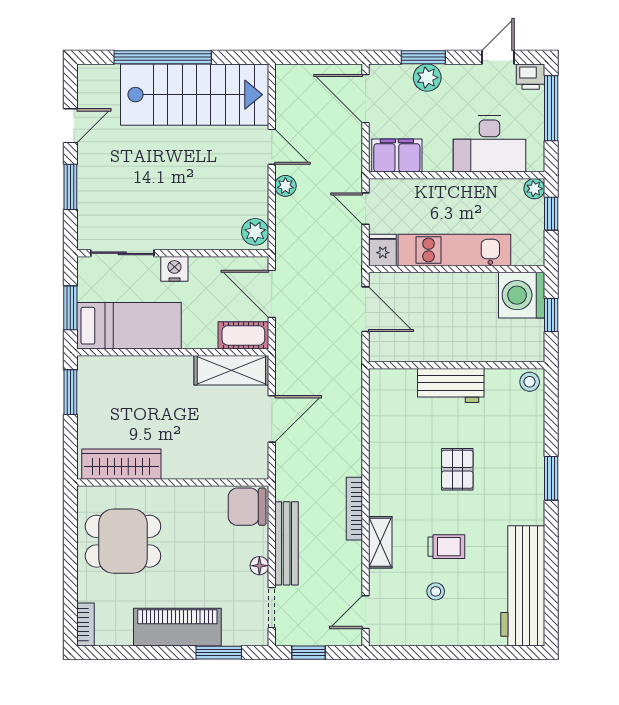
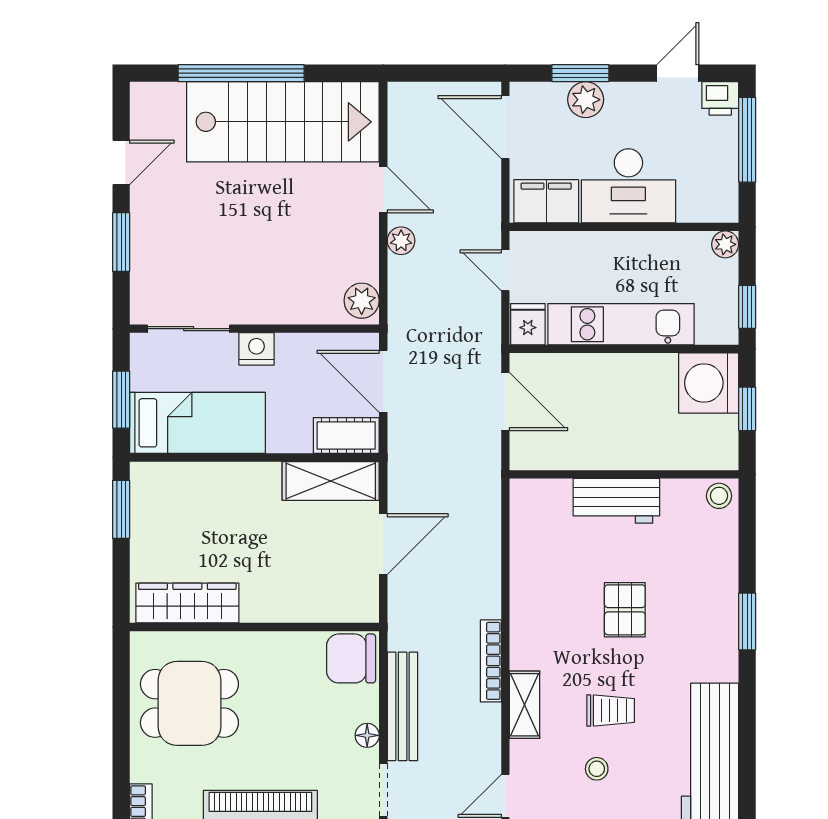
desk: (489, 144) -> (628, 186), moved
window: (551, 214) -> (747, 307), moved

